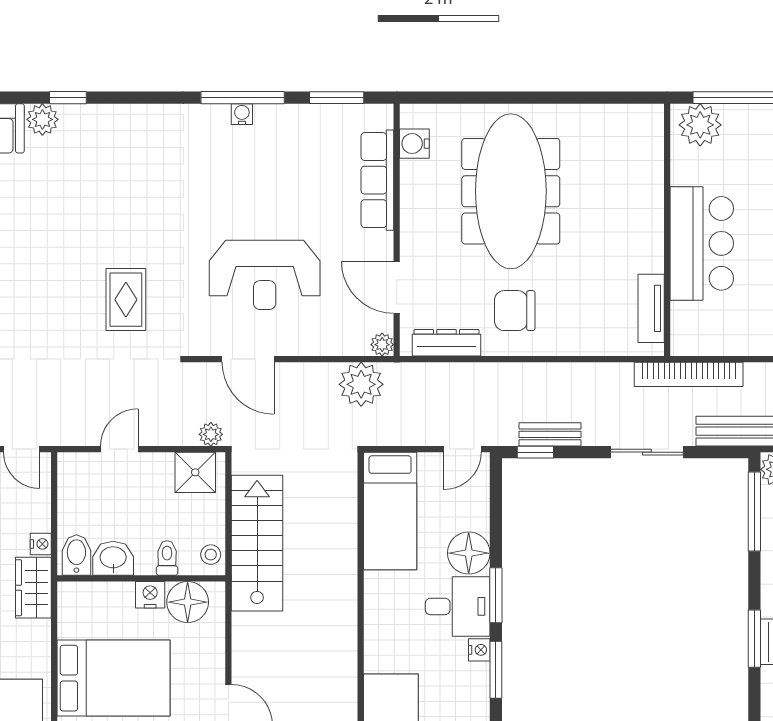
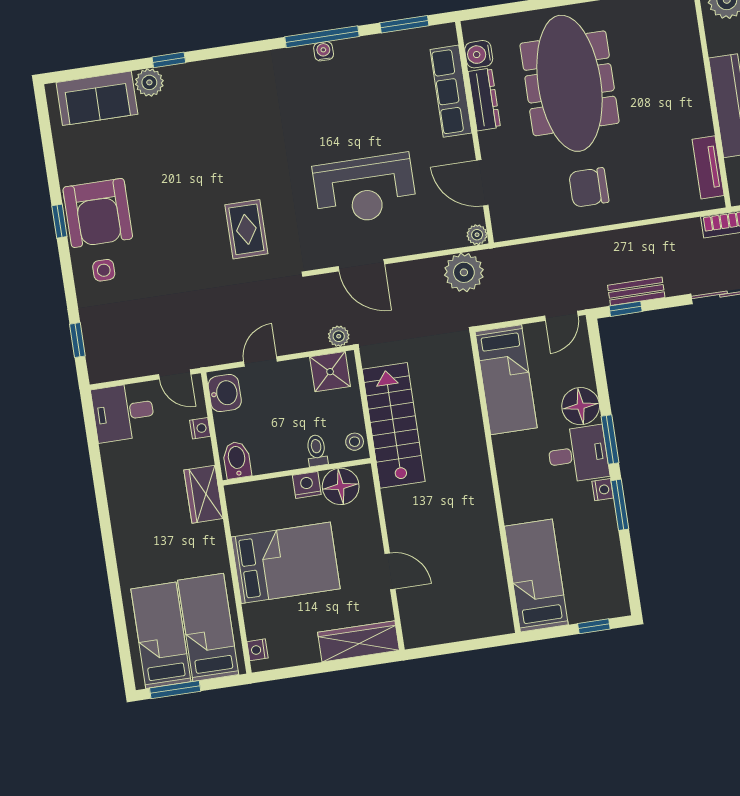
dresser: (447, 343) -> (484, 99), moved, turned 90
nightstand: (41, 544) -> (200, 428), moved
washbasin: (113, 558) -> (225, 393), moved, turned 90

